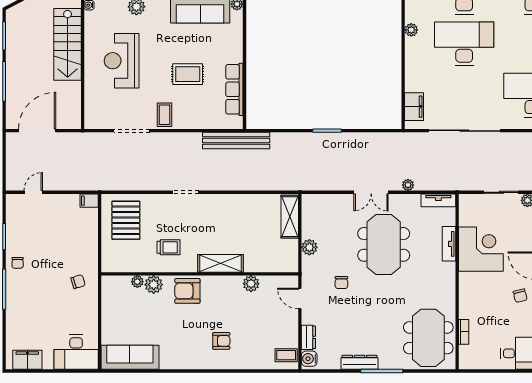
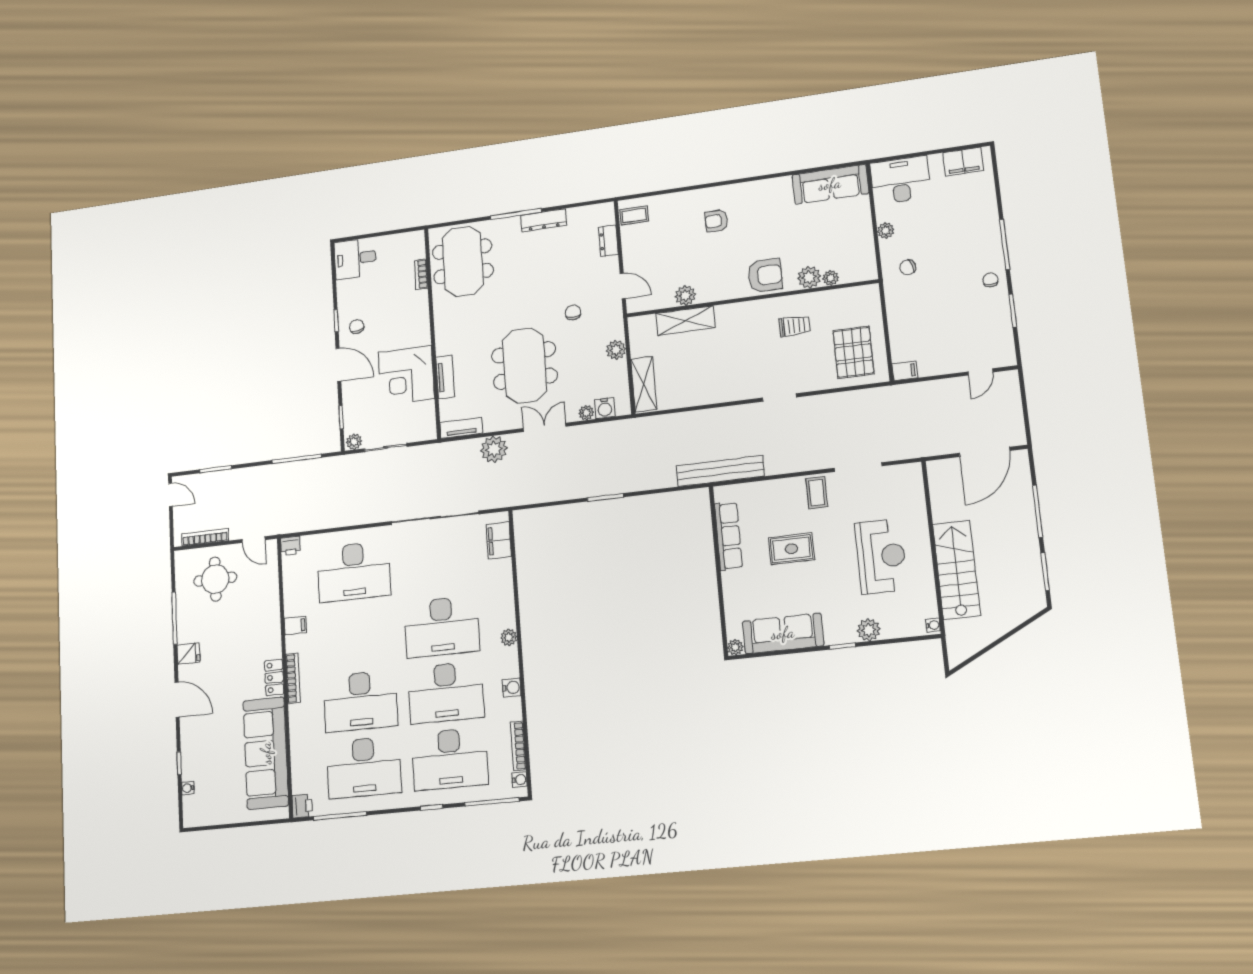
plant: (408, 185) -> (494, 449), width x1.88, depth x1.88
plant: (337, 200) -> (586, 413), added
trolley: (169, 247) -> (795, 326), turned 180
shelving: (221, 263) -> (685, 321), moved
plant: (92, 313) -> (886, 231), added
water cooler: (309, 359) -> (605, 408), moved, turned 90

